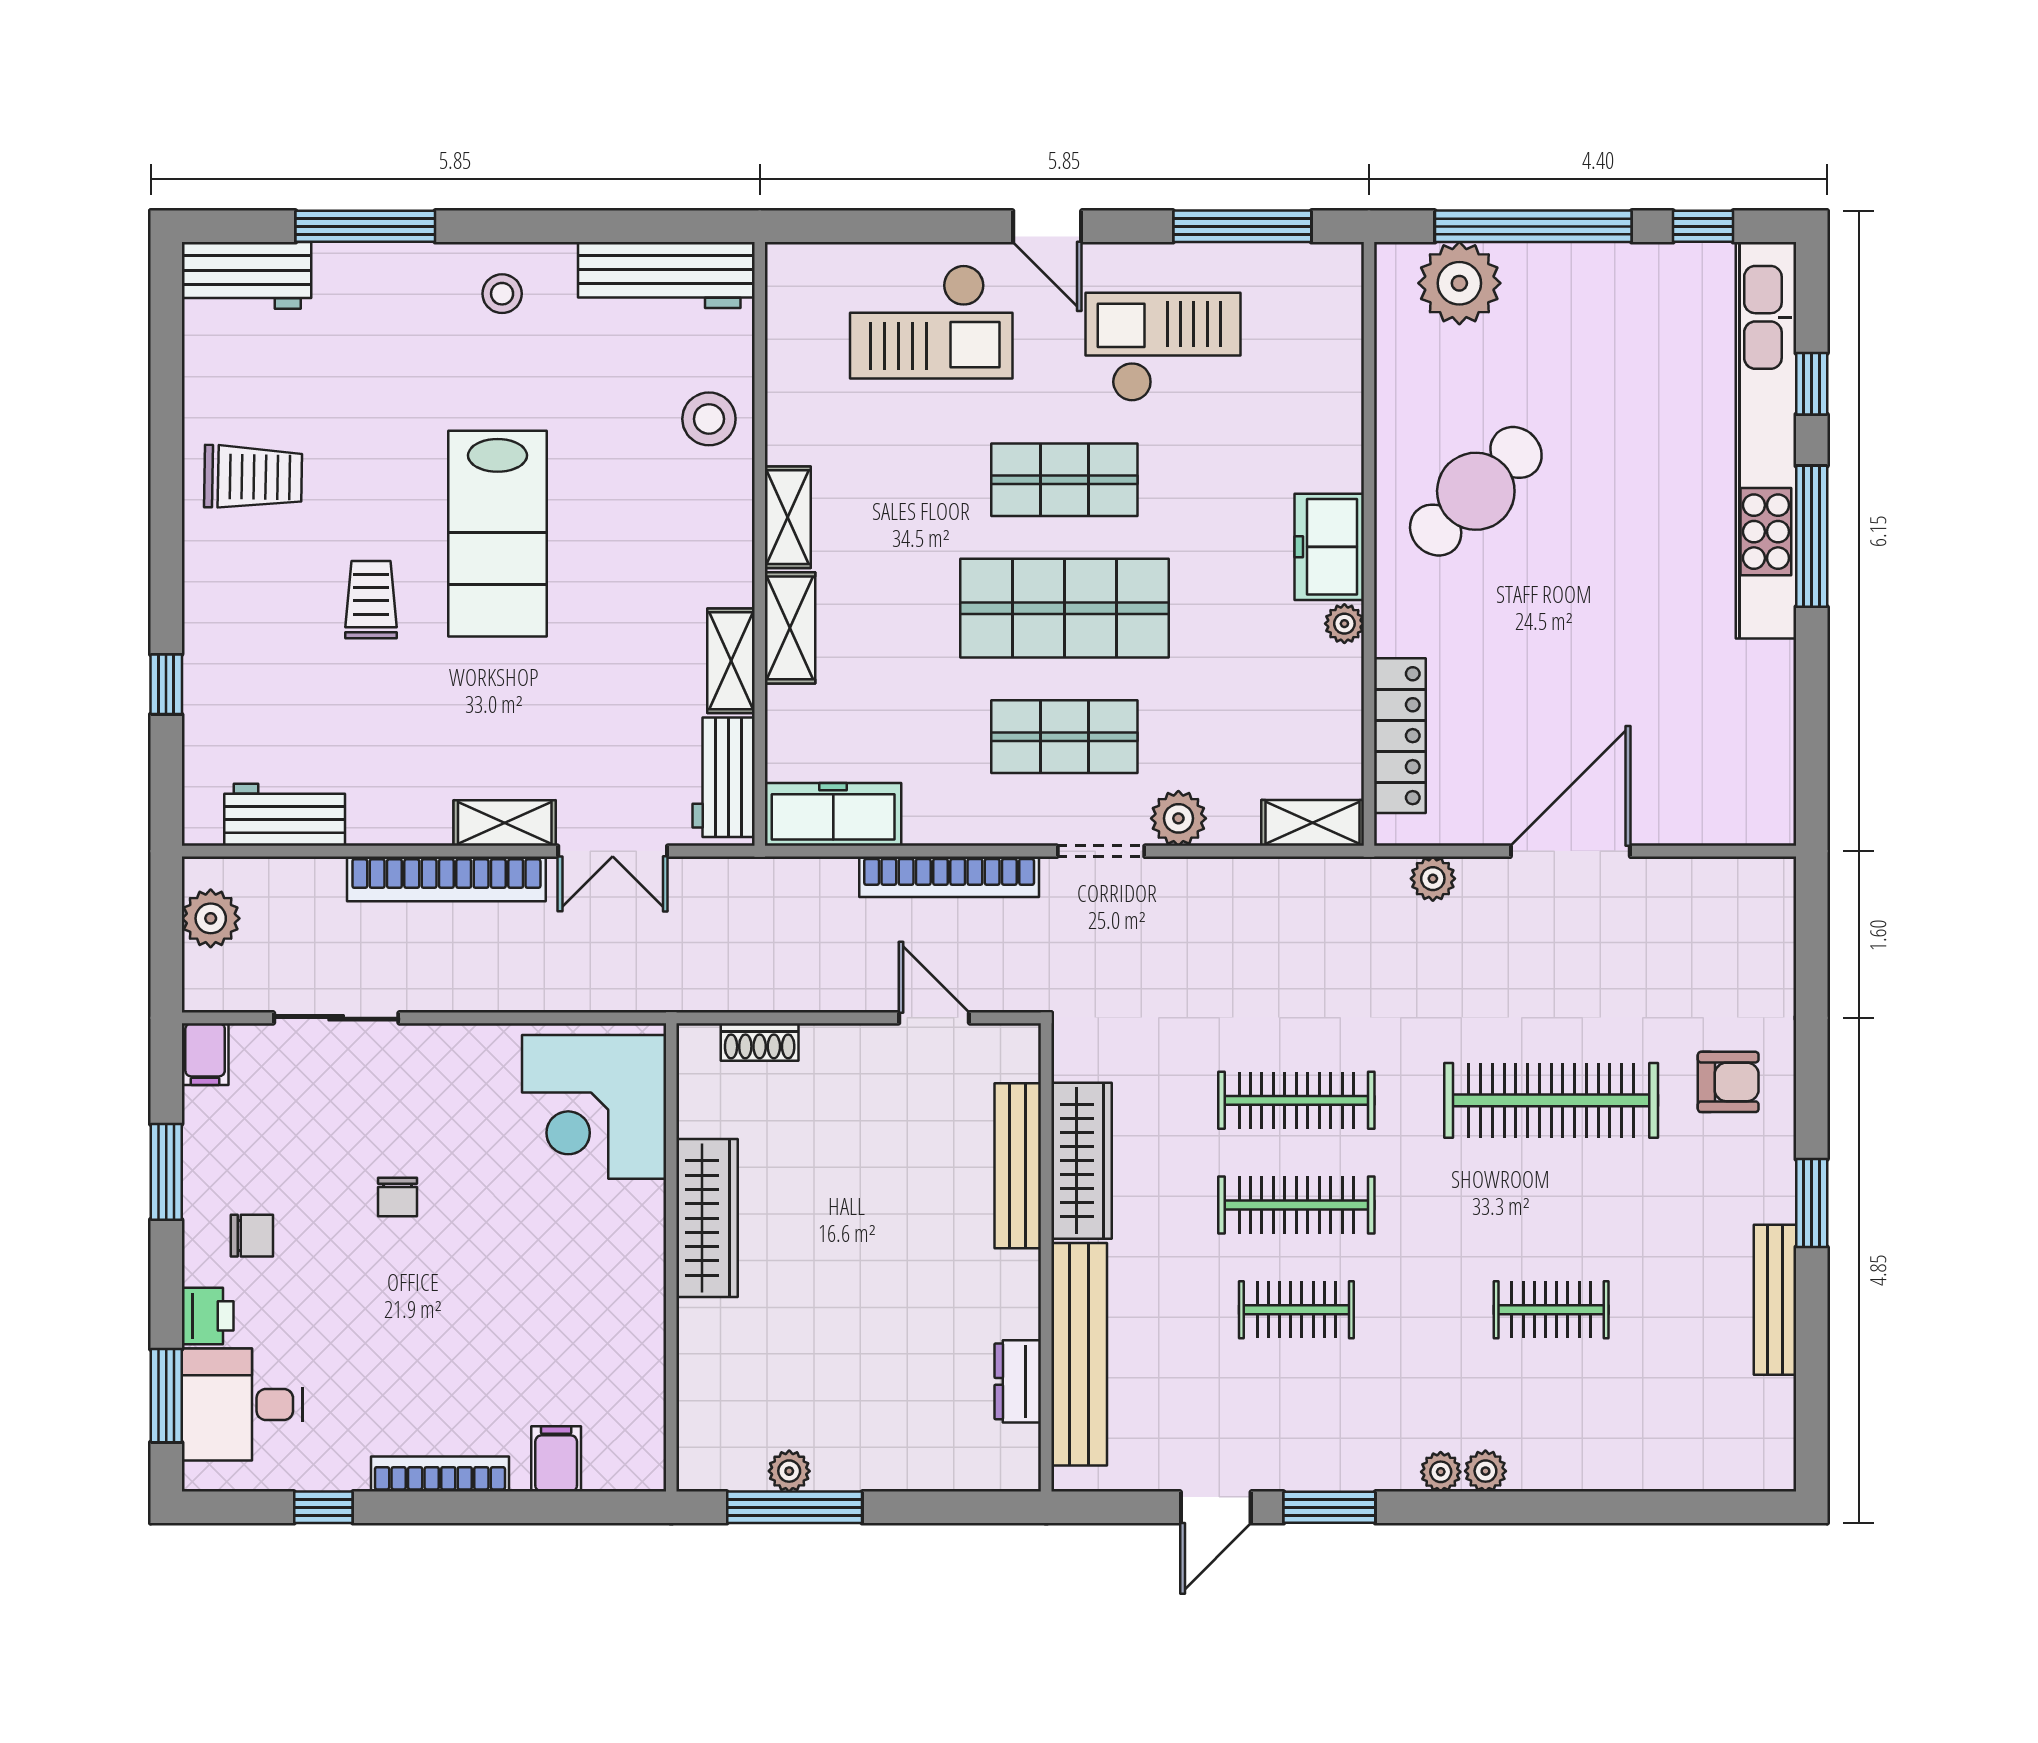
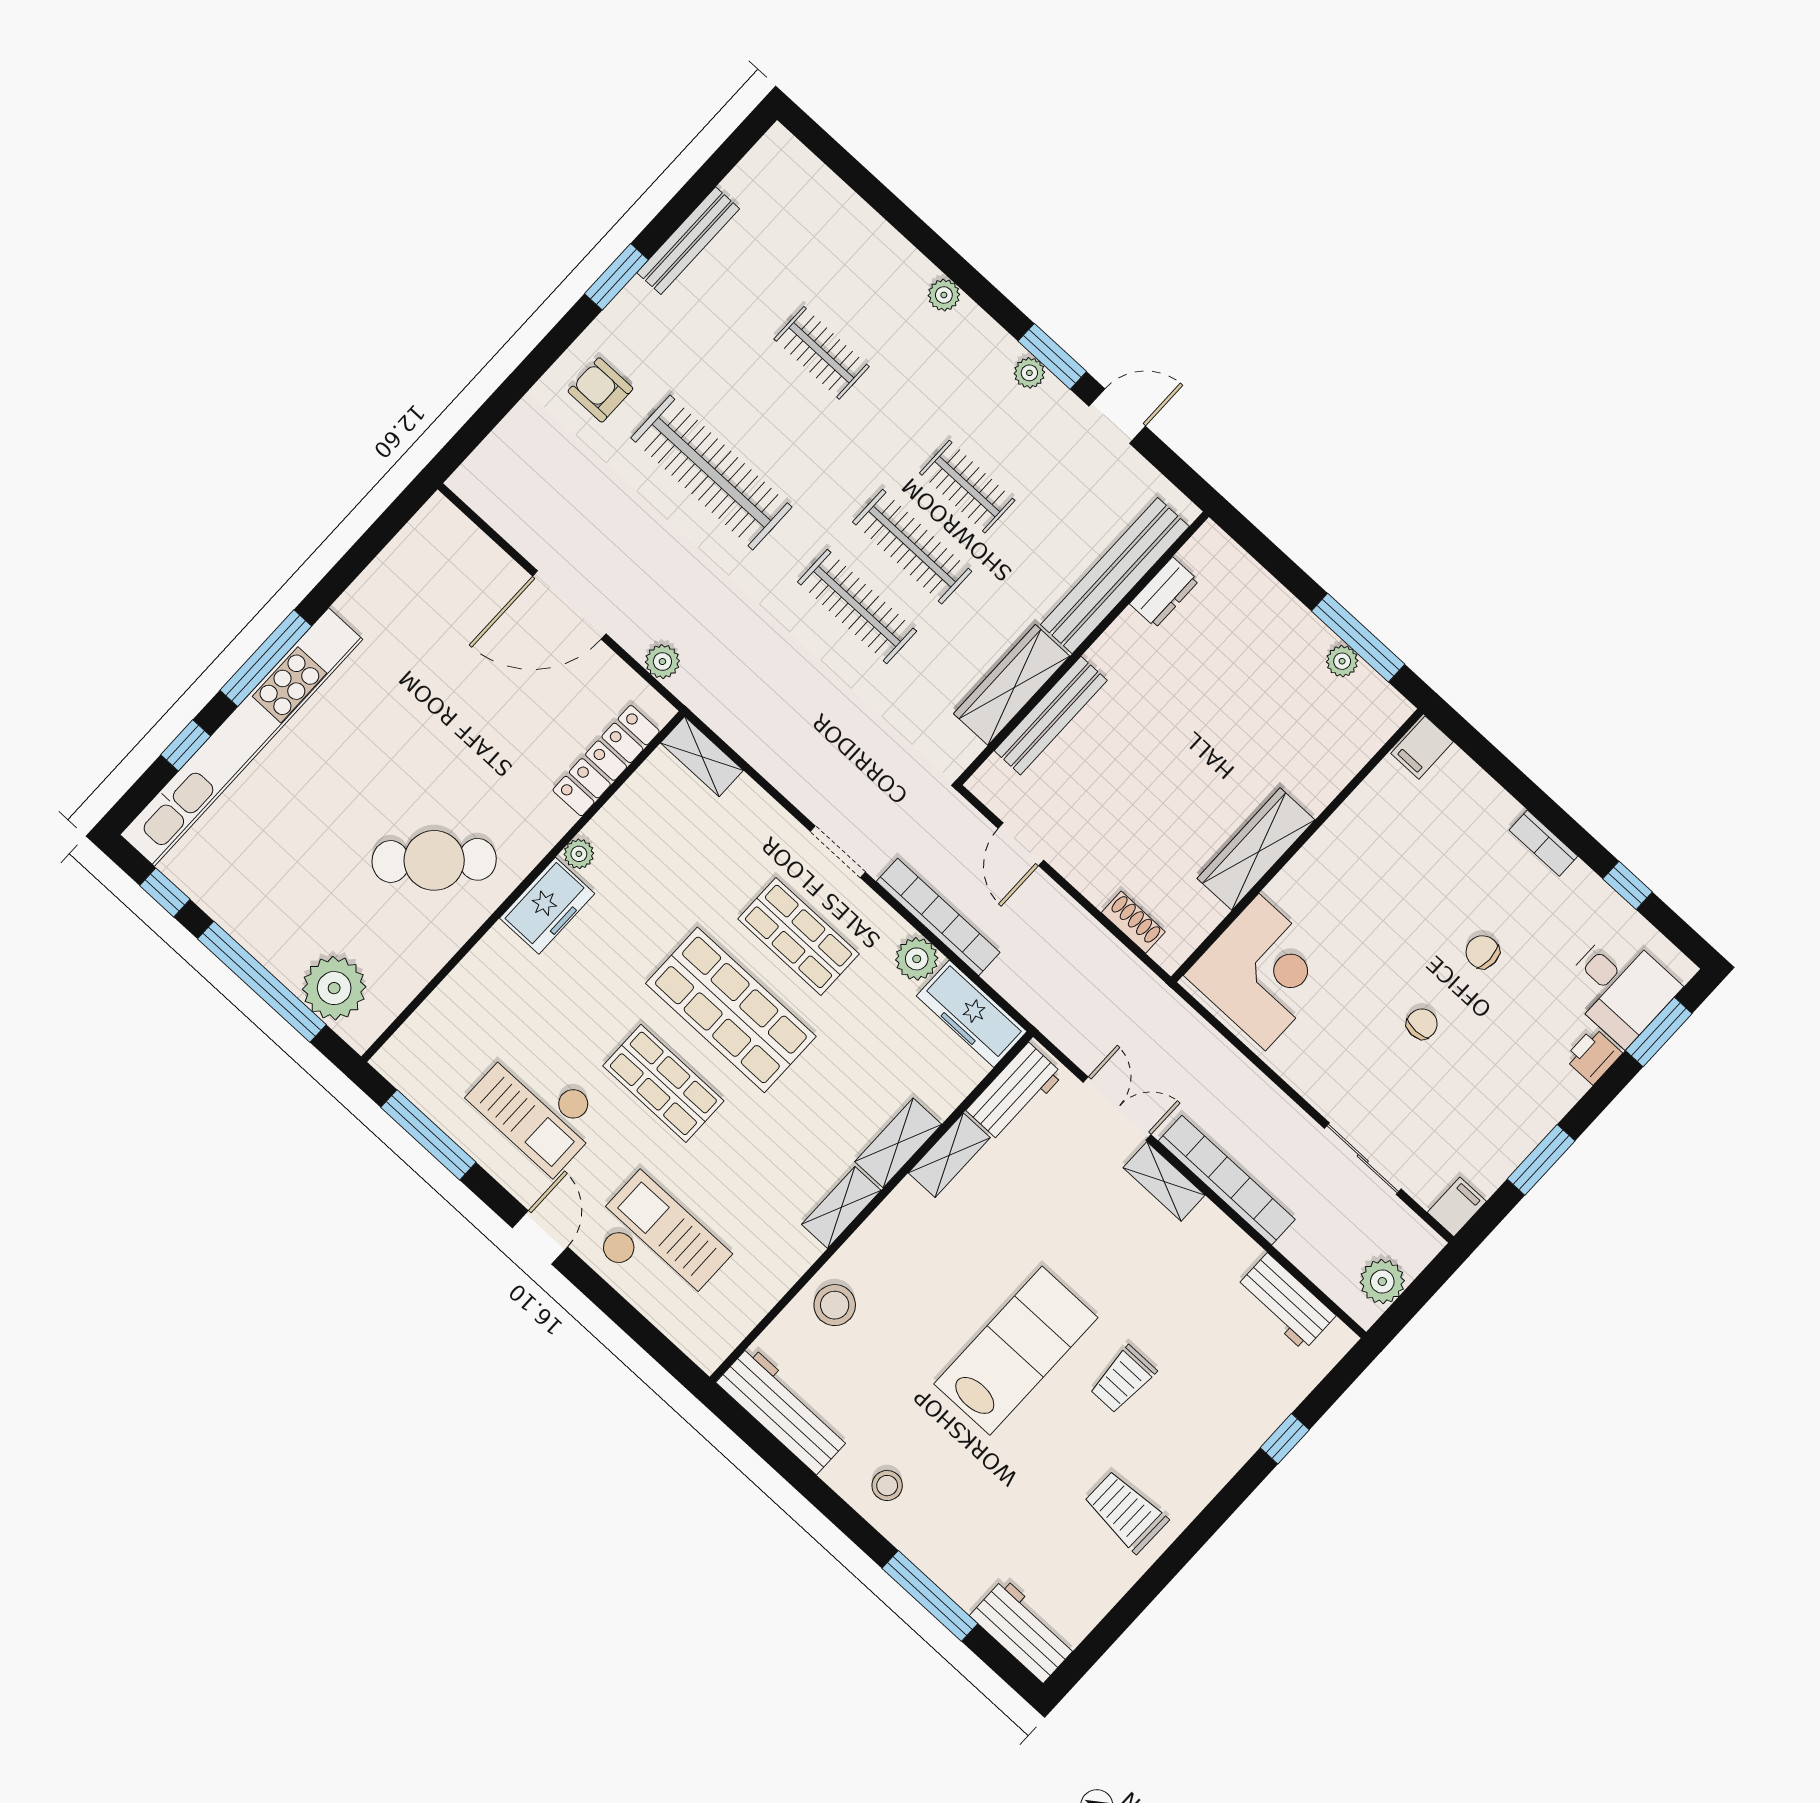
plant: (1178, 818) -> (917, 959), moved
chair: (252, 1236) -> (1482, 952), moved
filing cabinet: (556, 1459) -> (1422, 748), moved
plant: (1441, 1472) -> (1029, 373), moved
bookcase: (440, 1474) -> (1543, 843), width x0.64

